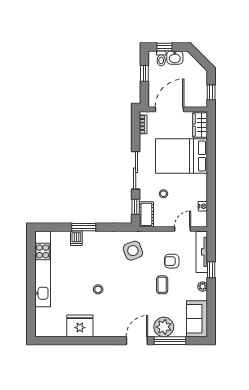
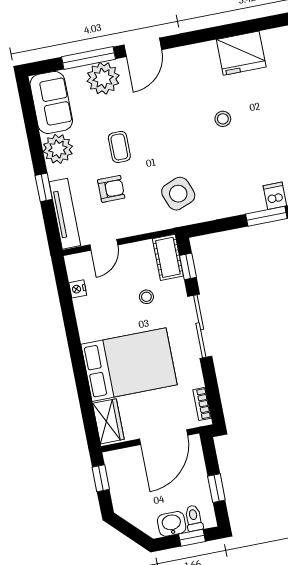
plant: (203, 287) -> (58, 149), width x1.87, depth x1.87

